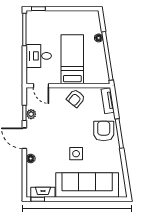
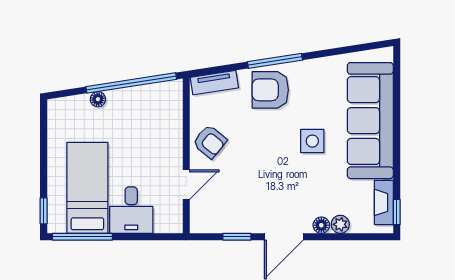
bed: (72, 59) -> (87, 188), moved, turned 90
door: (41, 86) -> (186, 185), moved
plant: (31, 114) -> (340, 224), moved

